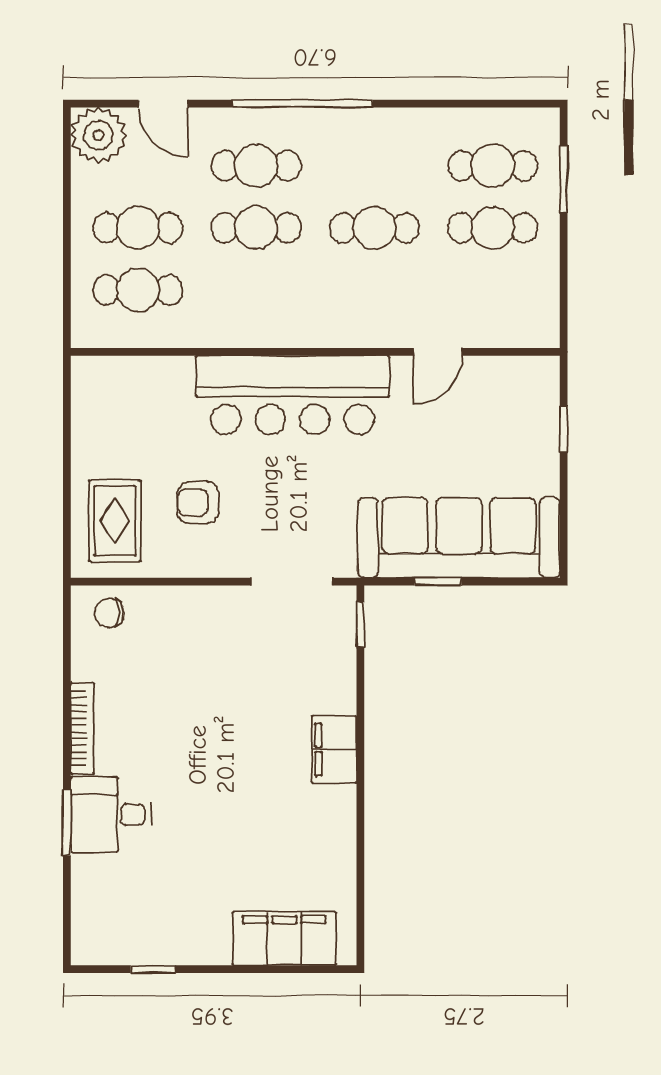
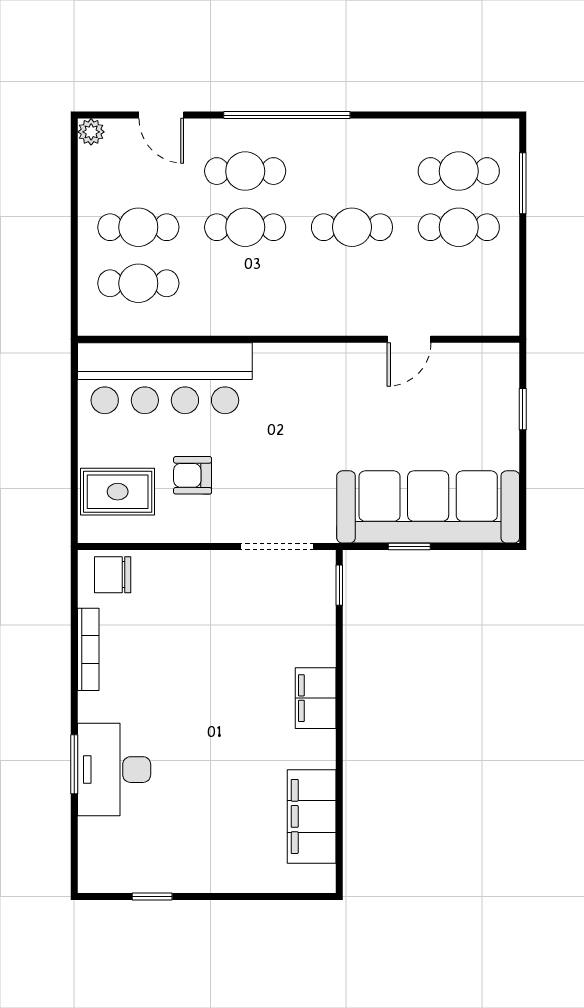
plant: (98, 135) -> (91, 132), width x0.53, depth x0.53
bar counter: (292, 395) -> (165, 378), moved
rug: (115, 521) -> (118, 492), turned 90
chair: (109, 613) -> (113, 575), width x1.37, depth x1.37
bookcase: (82, 729) -> (88, 649), moved
desk: (111, 815) -> (114, 770), width x1.37
filing cabinet: (284, 939) -> (312, 816), moved, turned -90

